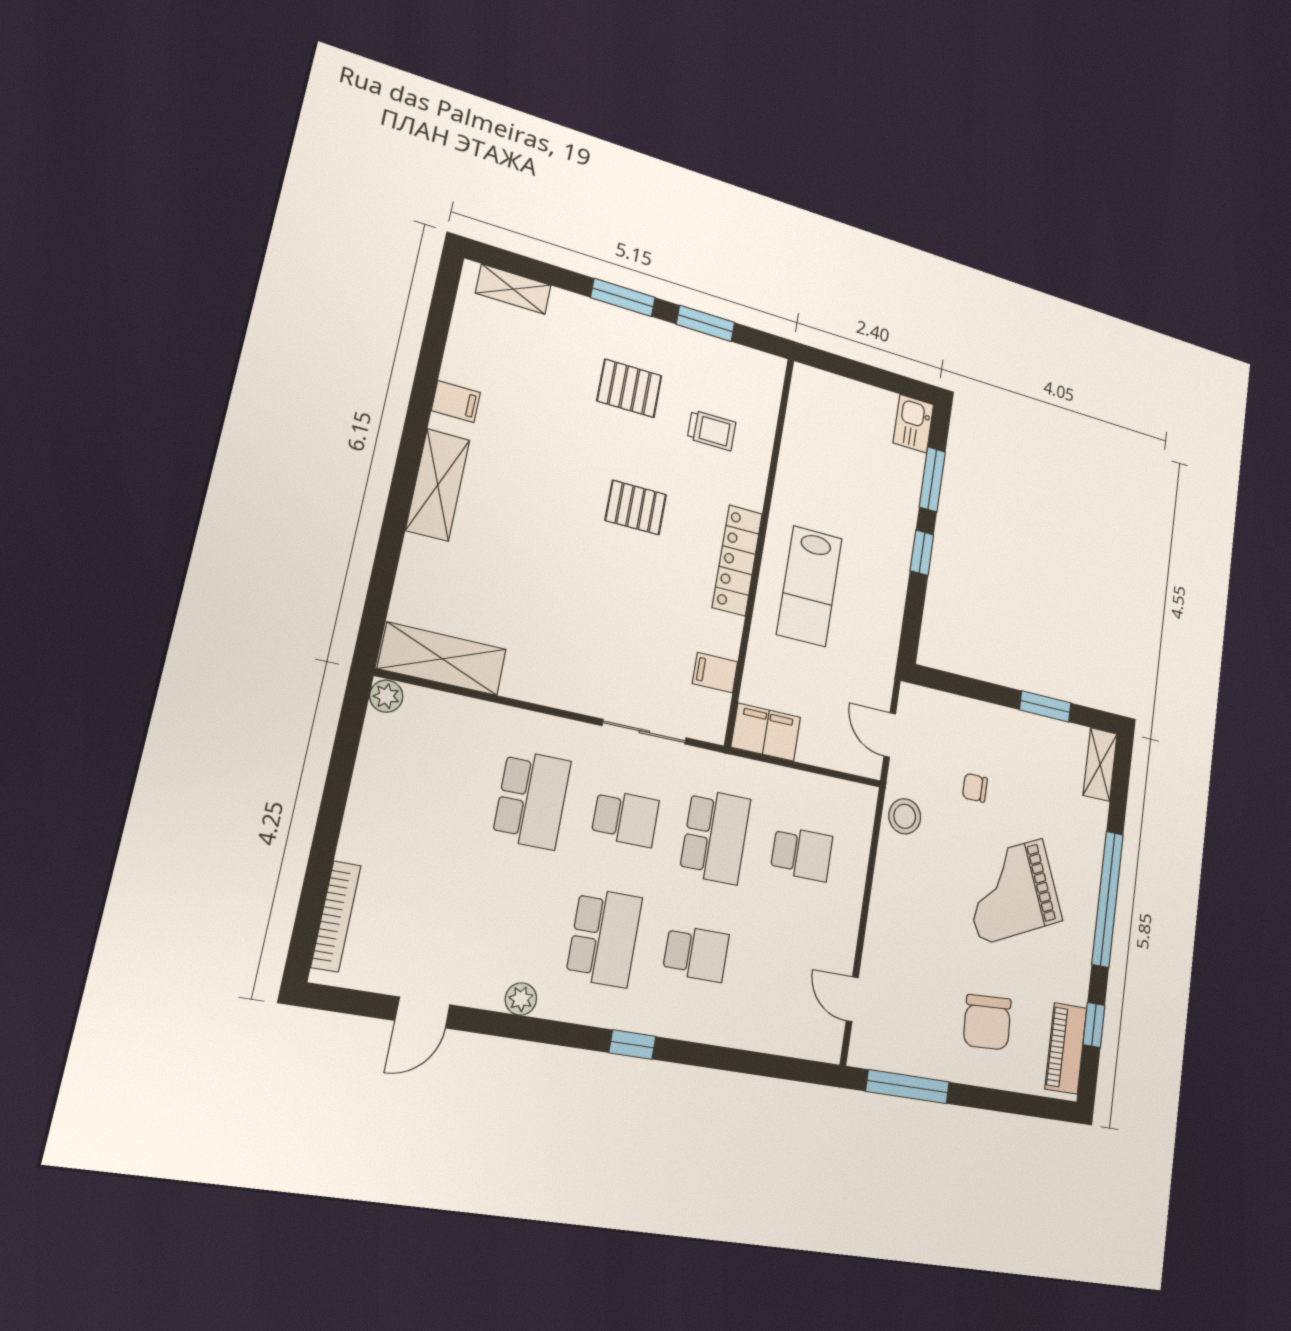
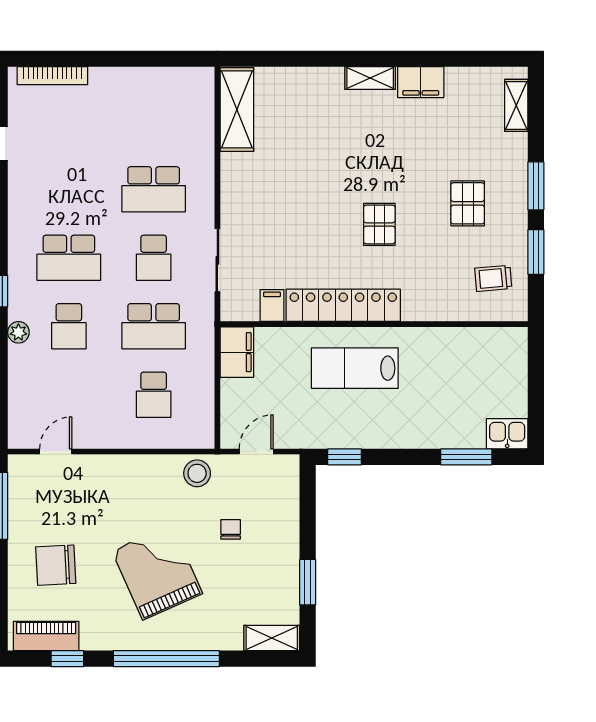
filing cabinet: (456, 402) -> (421, 82), width x2.00
trolley: (712, 430) -> (493, 278), moved, turned 85
shelving: (438, 485) -> (370, 78), width x0.67, depth x0.75
window: (922, 553) -> (344, 457), moved
locker: (737, 560) -> (343, 305), width x1.41, depth x1.21
plant: (386, 696) -> (203, 78), removed
plant: (521, 999) -> (18, 332), moved

